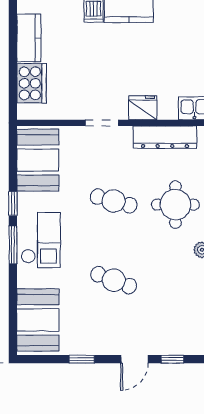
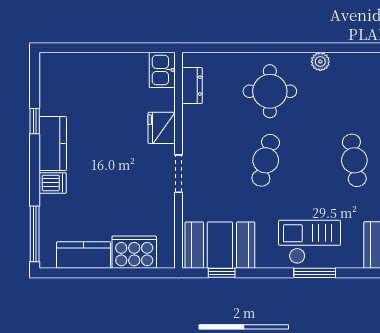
dresser: (165, 137) -> (192, 86), width x0.51, depth x0.80
window: (13, 203) -> (222, 273), moved
cafe table: (114, 280) -> (354, 160), turned -30

